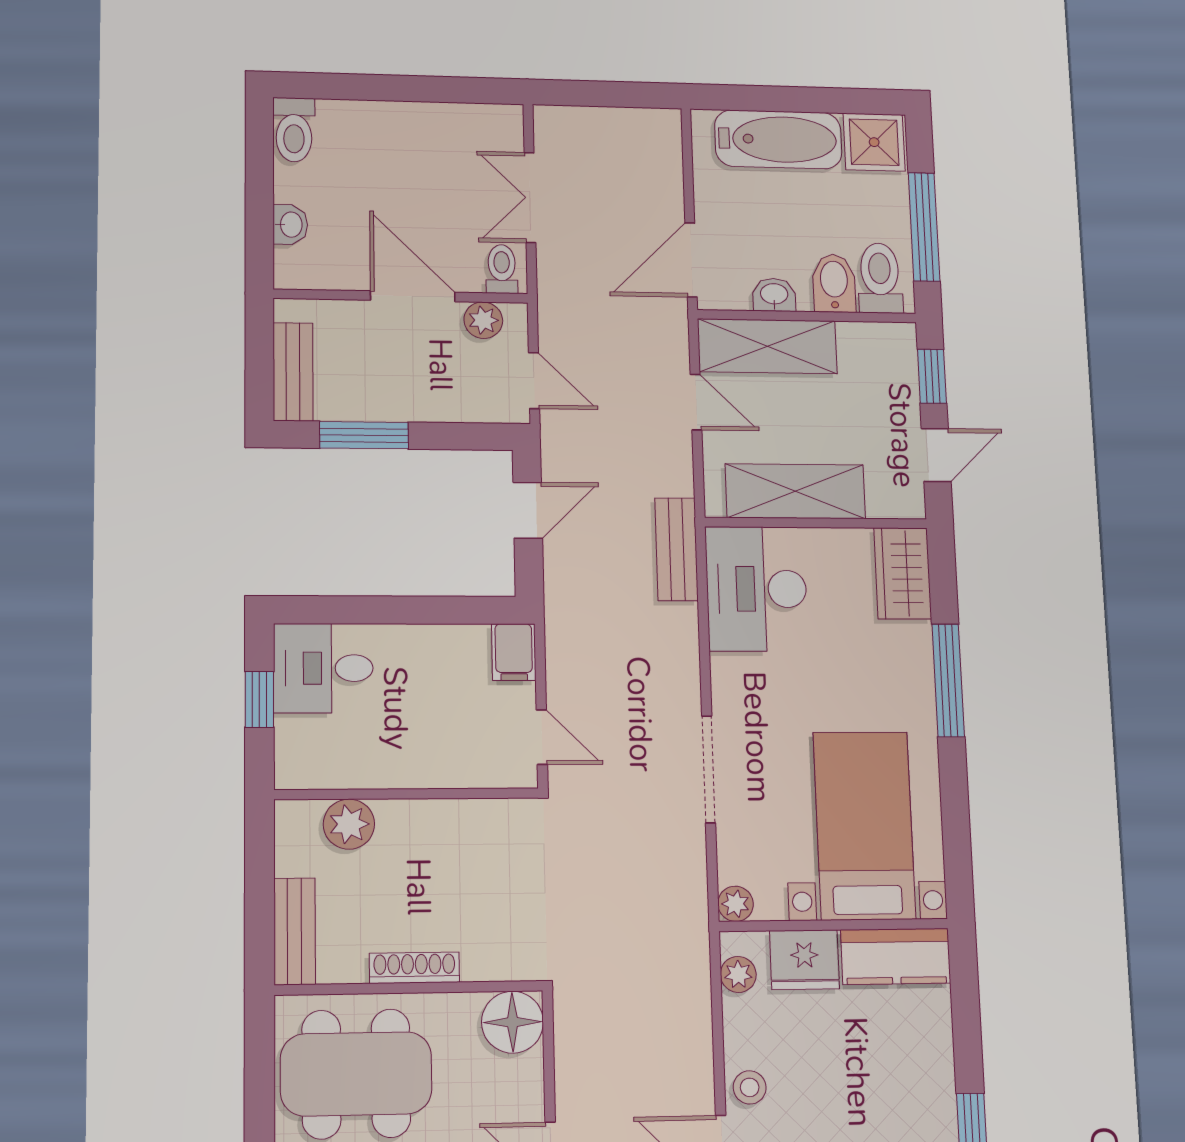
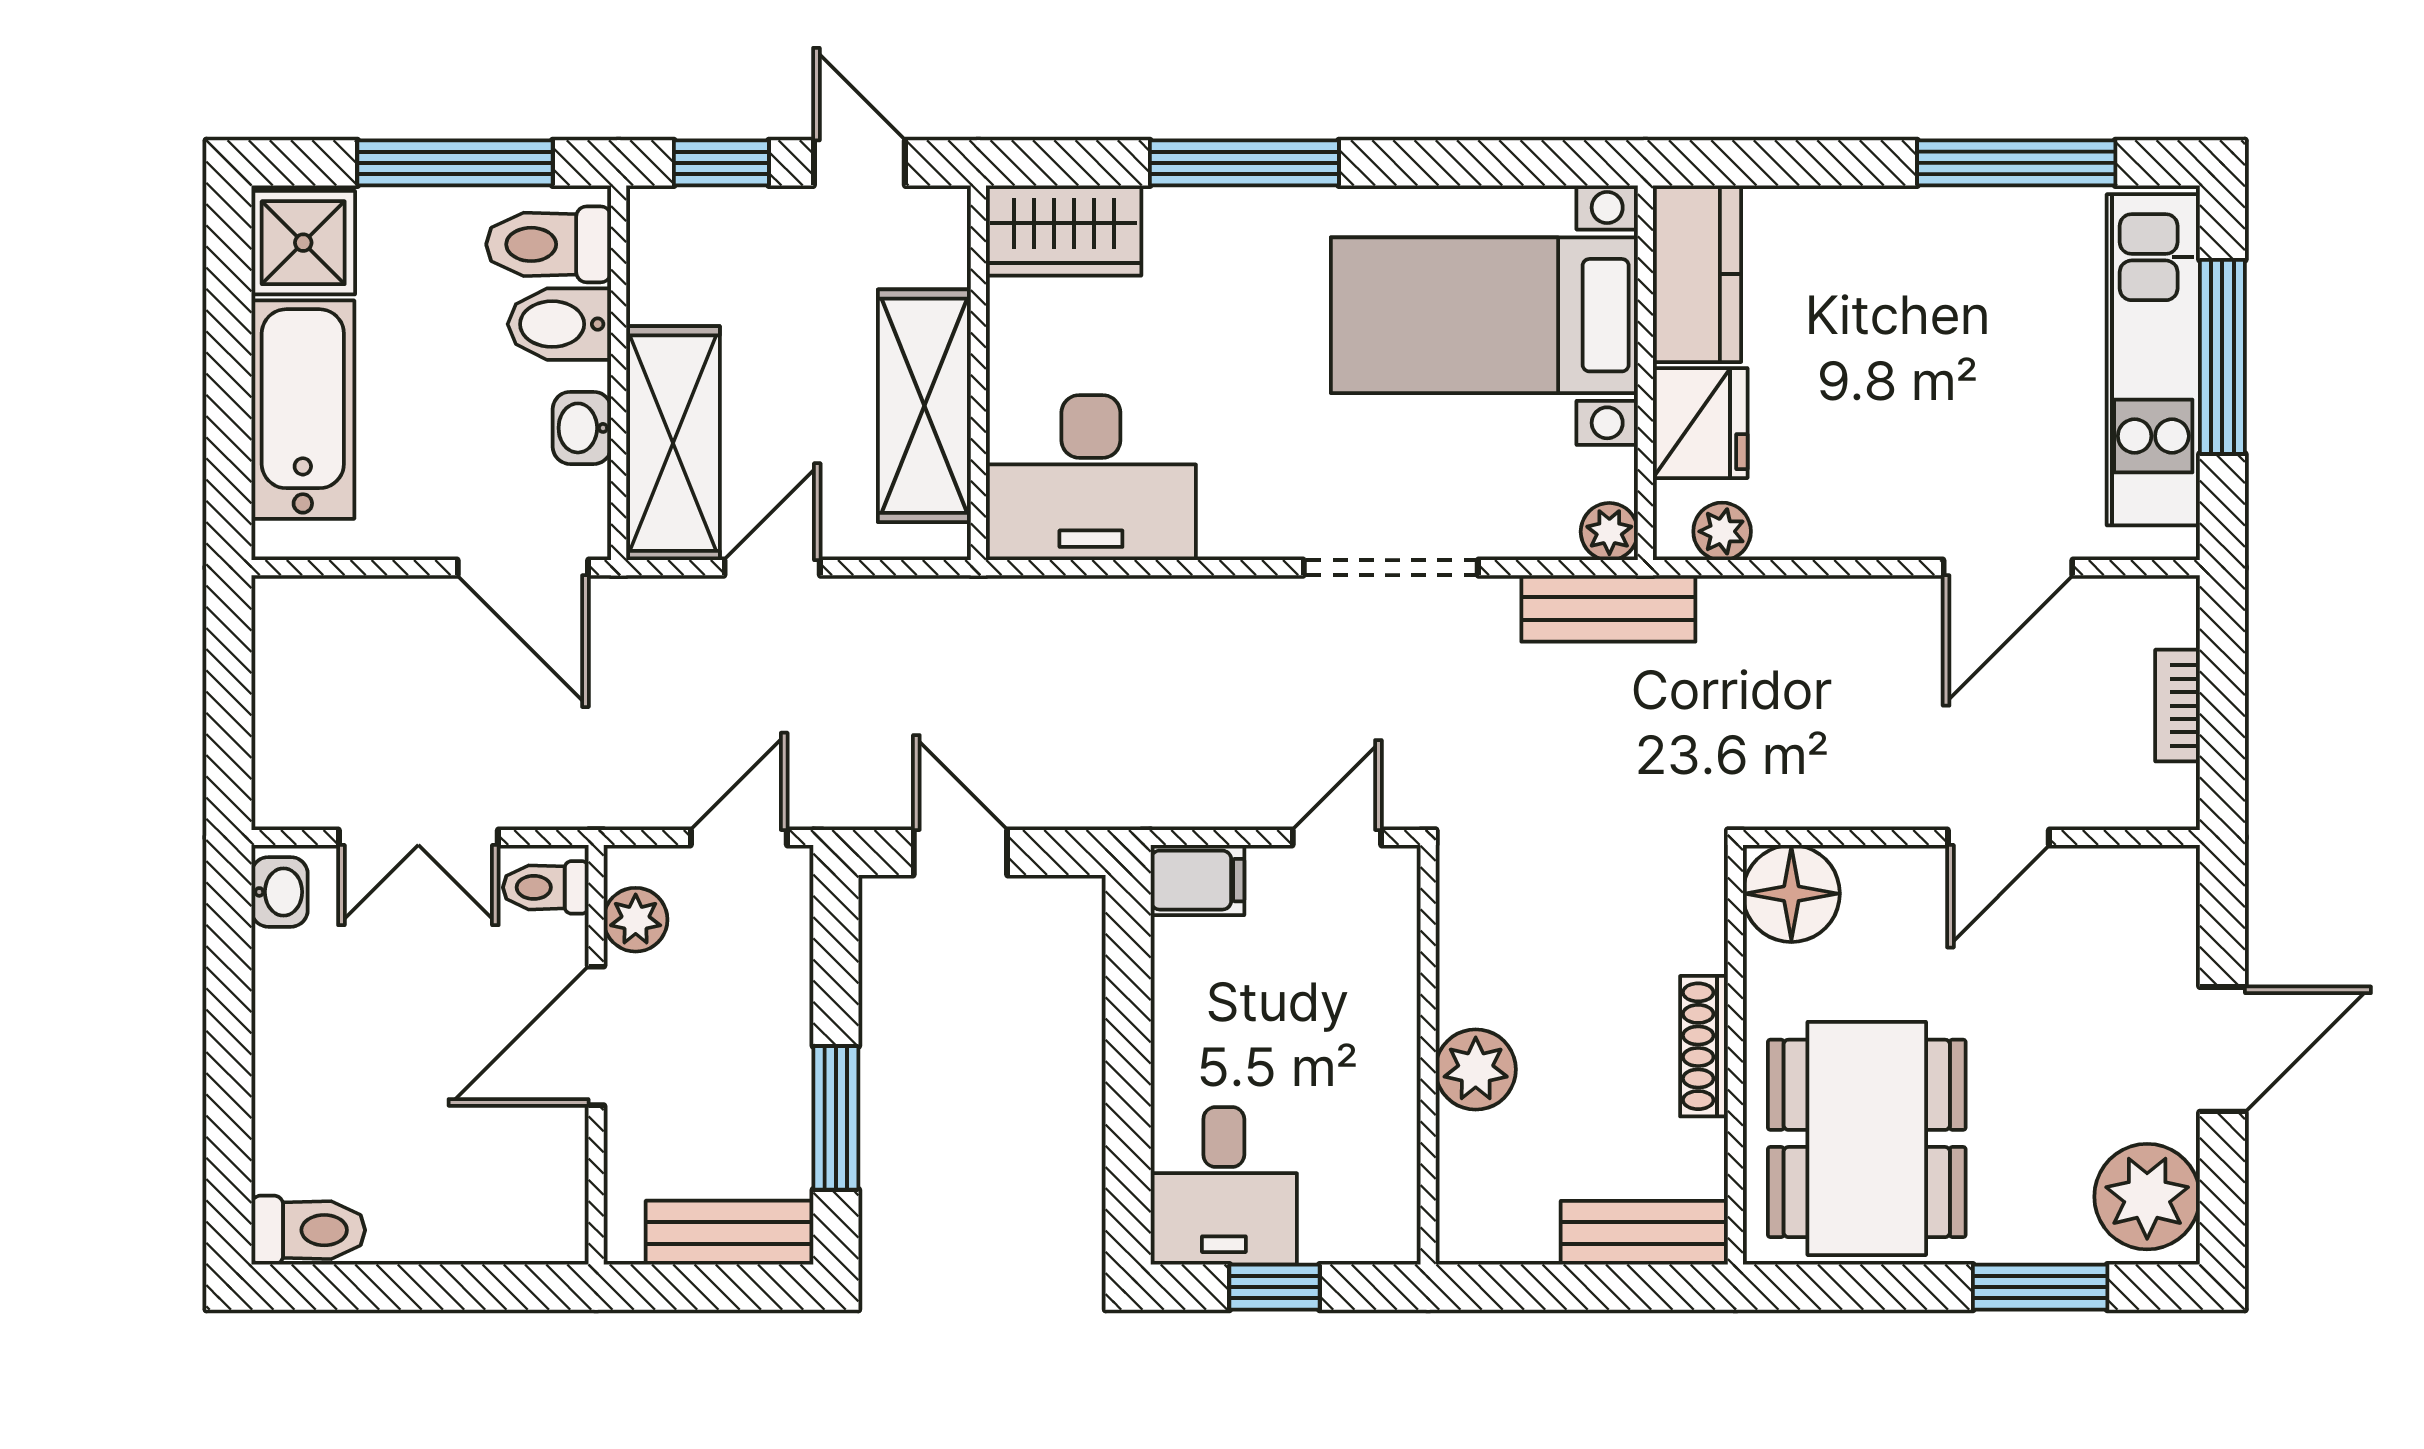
washbasin: (290, 225) -> (280, 892), moved, turned 90
bench: (677, 549) -> (1608, 608), moved
plant: (349, 824) -> (1476, 1069), moved
stool: (750, 1087) -> (1900, 520), removed

